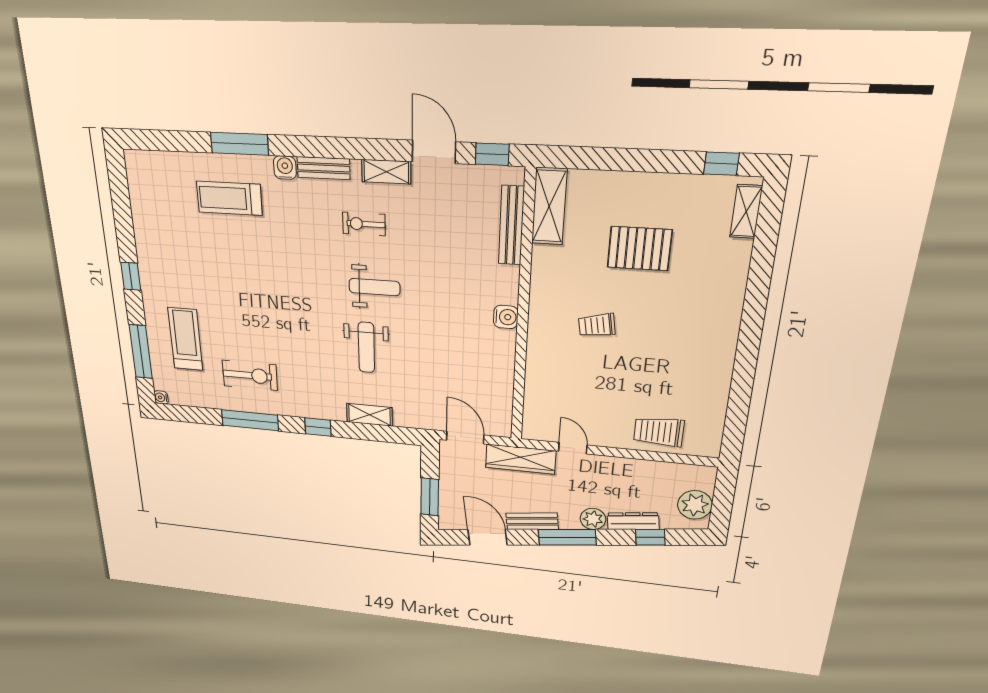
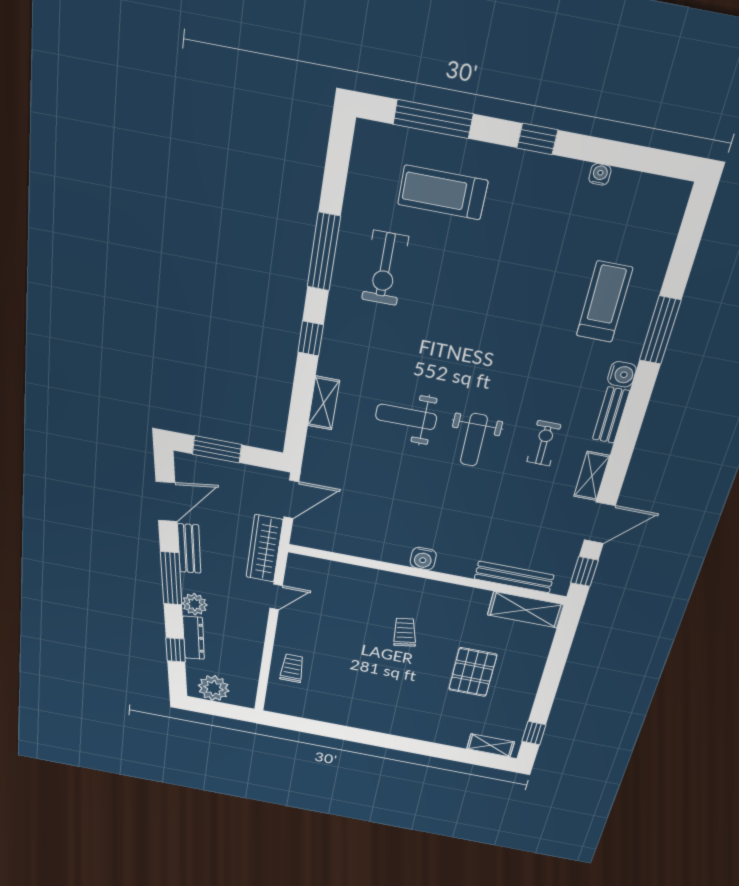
treadmill: (185, 339) -> (443, 192), turned 180
water cooler: (161, 397) -> (600, 174), moved
trolley: (659, 432) -> (292, 668), width x0.73, depth x0.72

